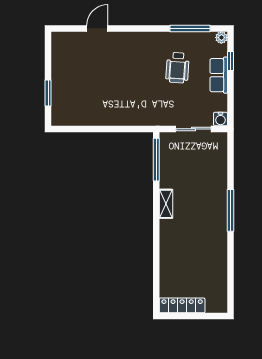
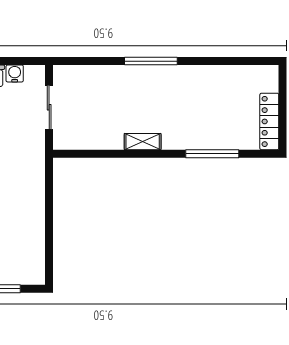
water cooler: (220, 119) -> (15, 73), moved, turned -90
window: (156, 160) -> (212, 154), moved

